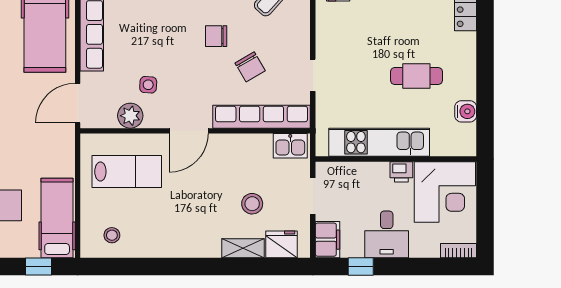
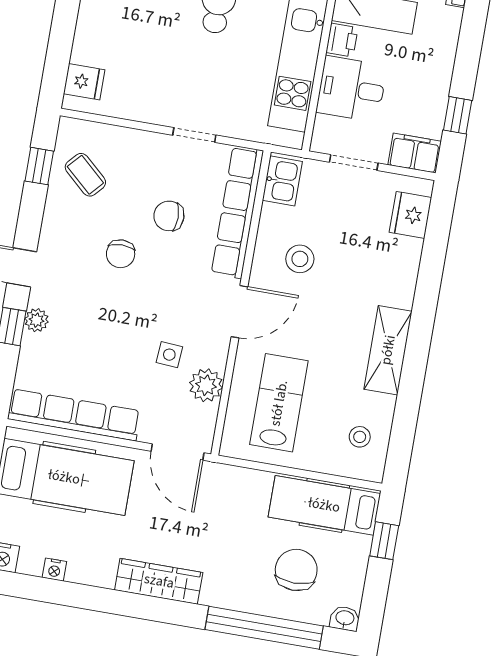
chair: (250, 67) -> (169, 216), turned -150
door: (189, 131) -> (239, 312), hinge flipped
stool: (252, 204) -> (300, 259), moved
desk: (387, 234) -> (351, 89), moved, turned 180
shelving: (243, 248) -> (388, 350), moved, width x1.50, depth x1.33

